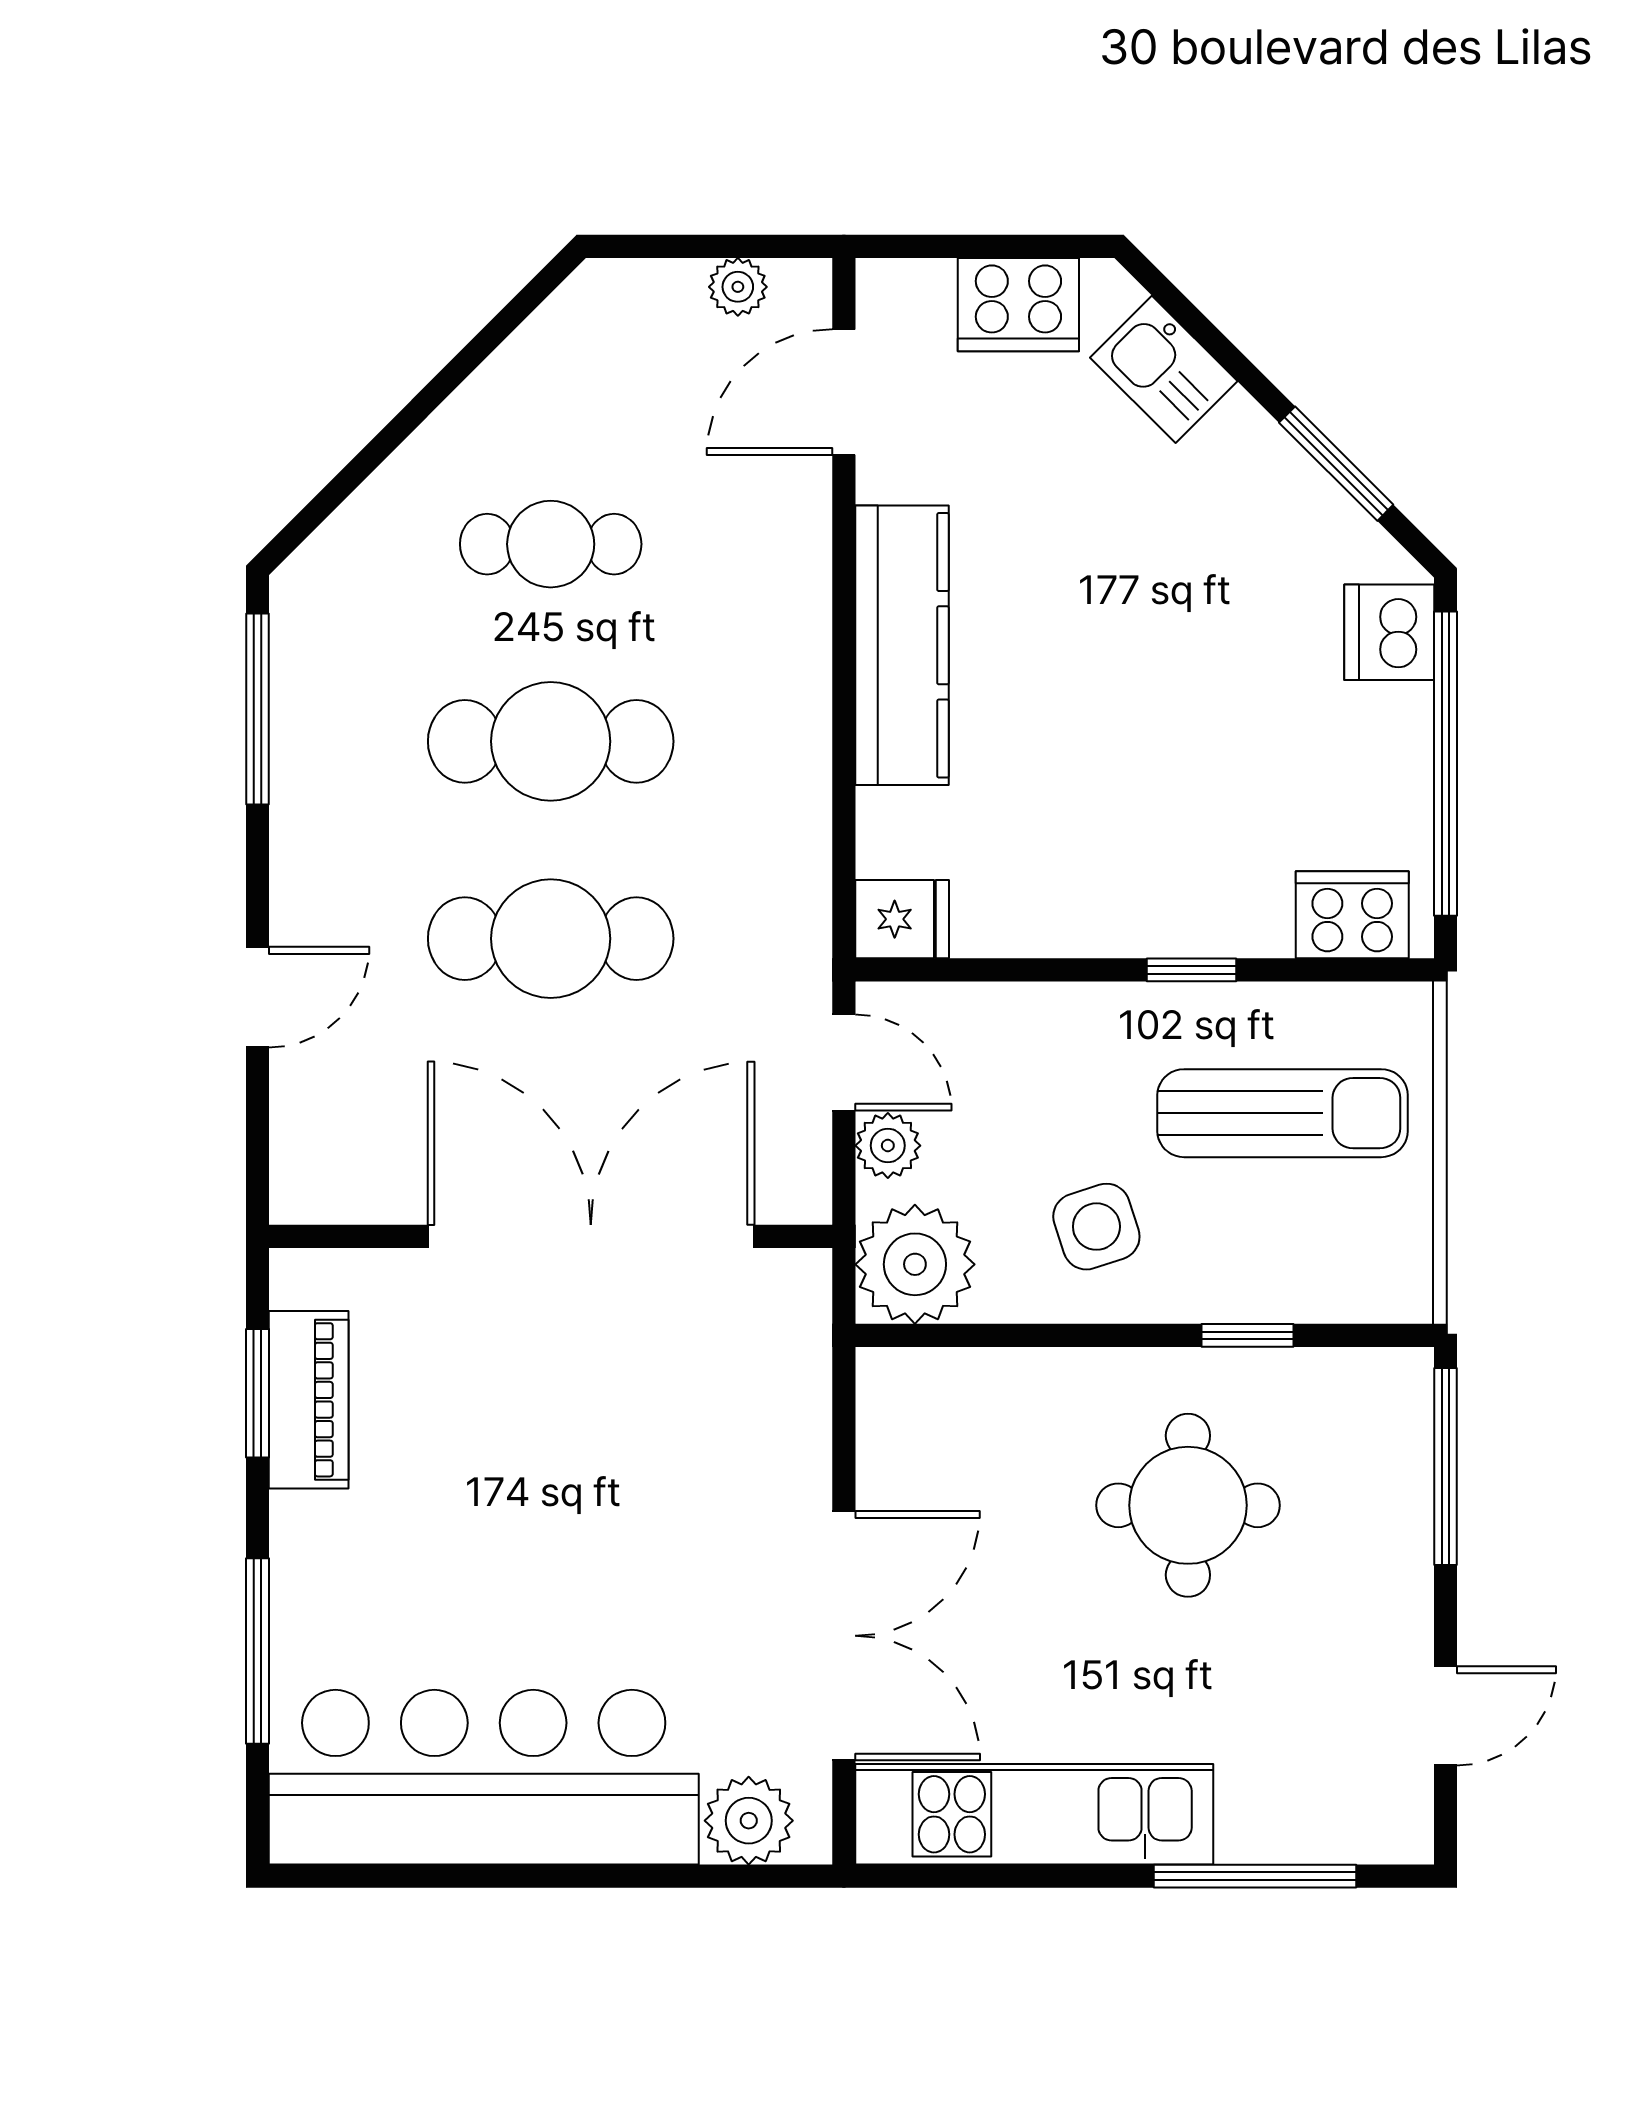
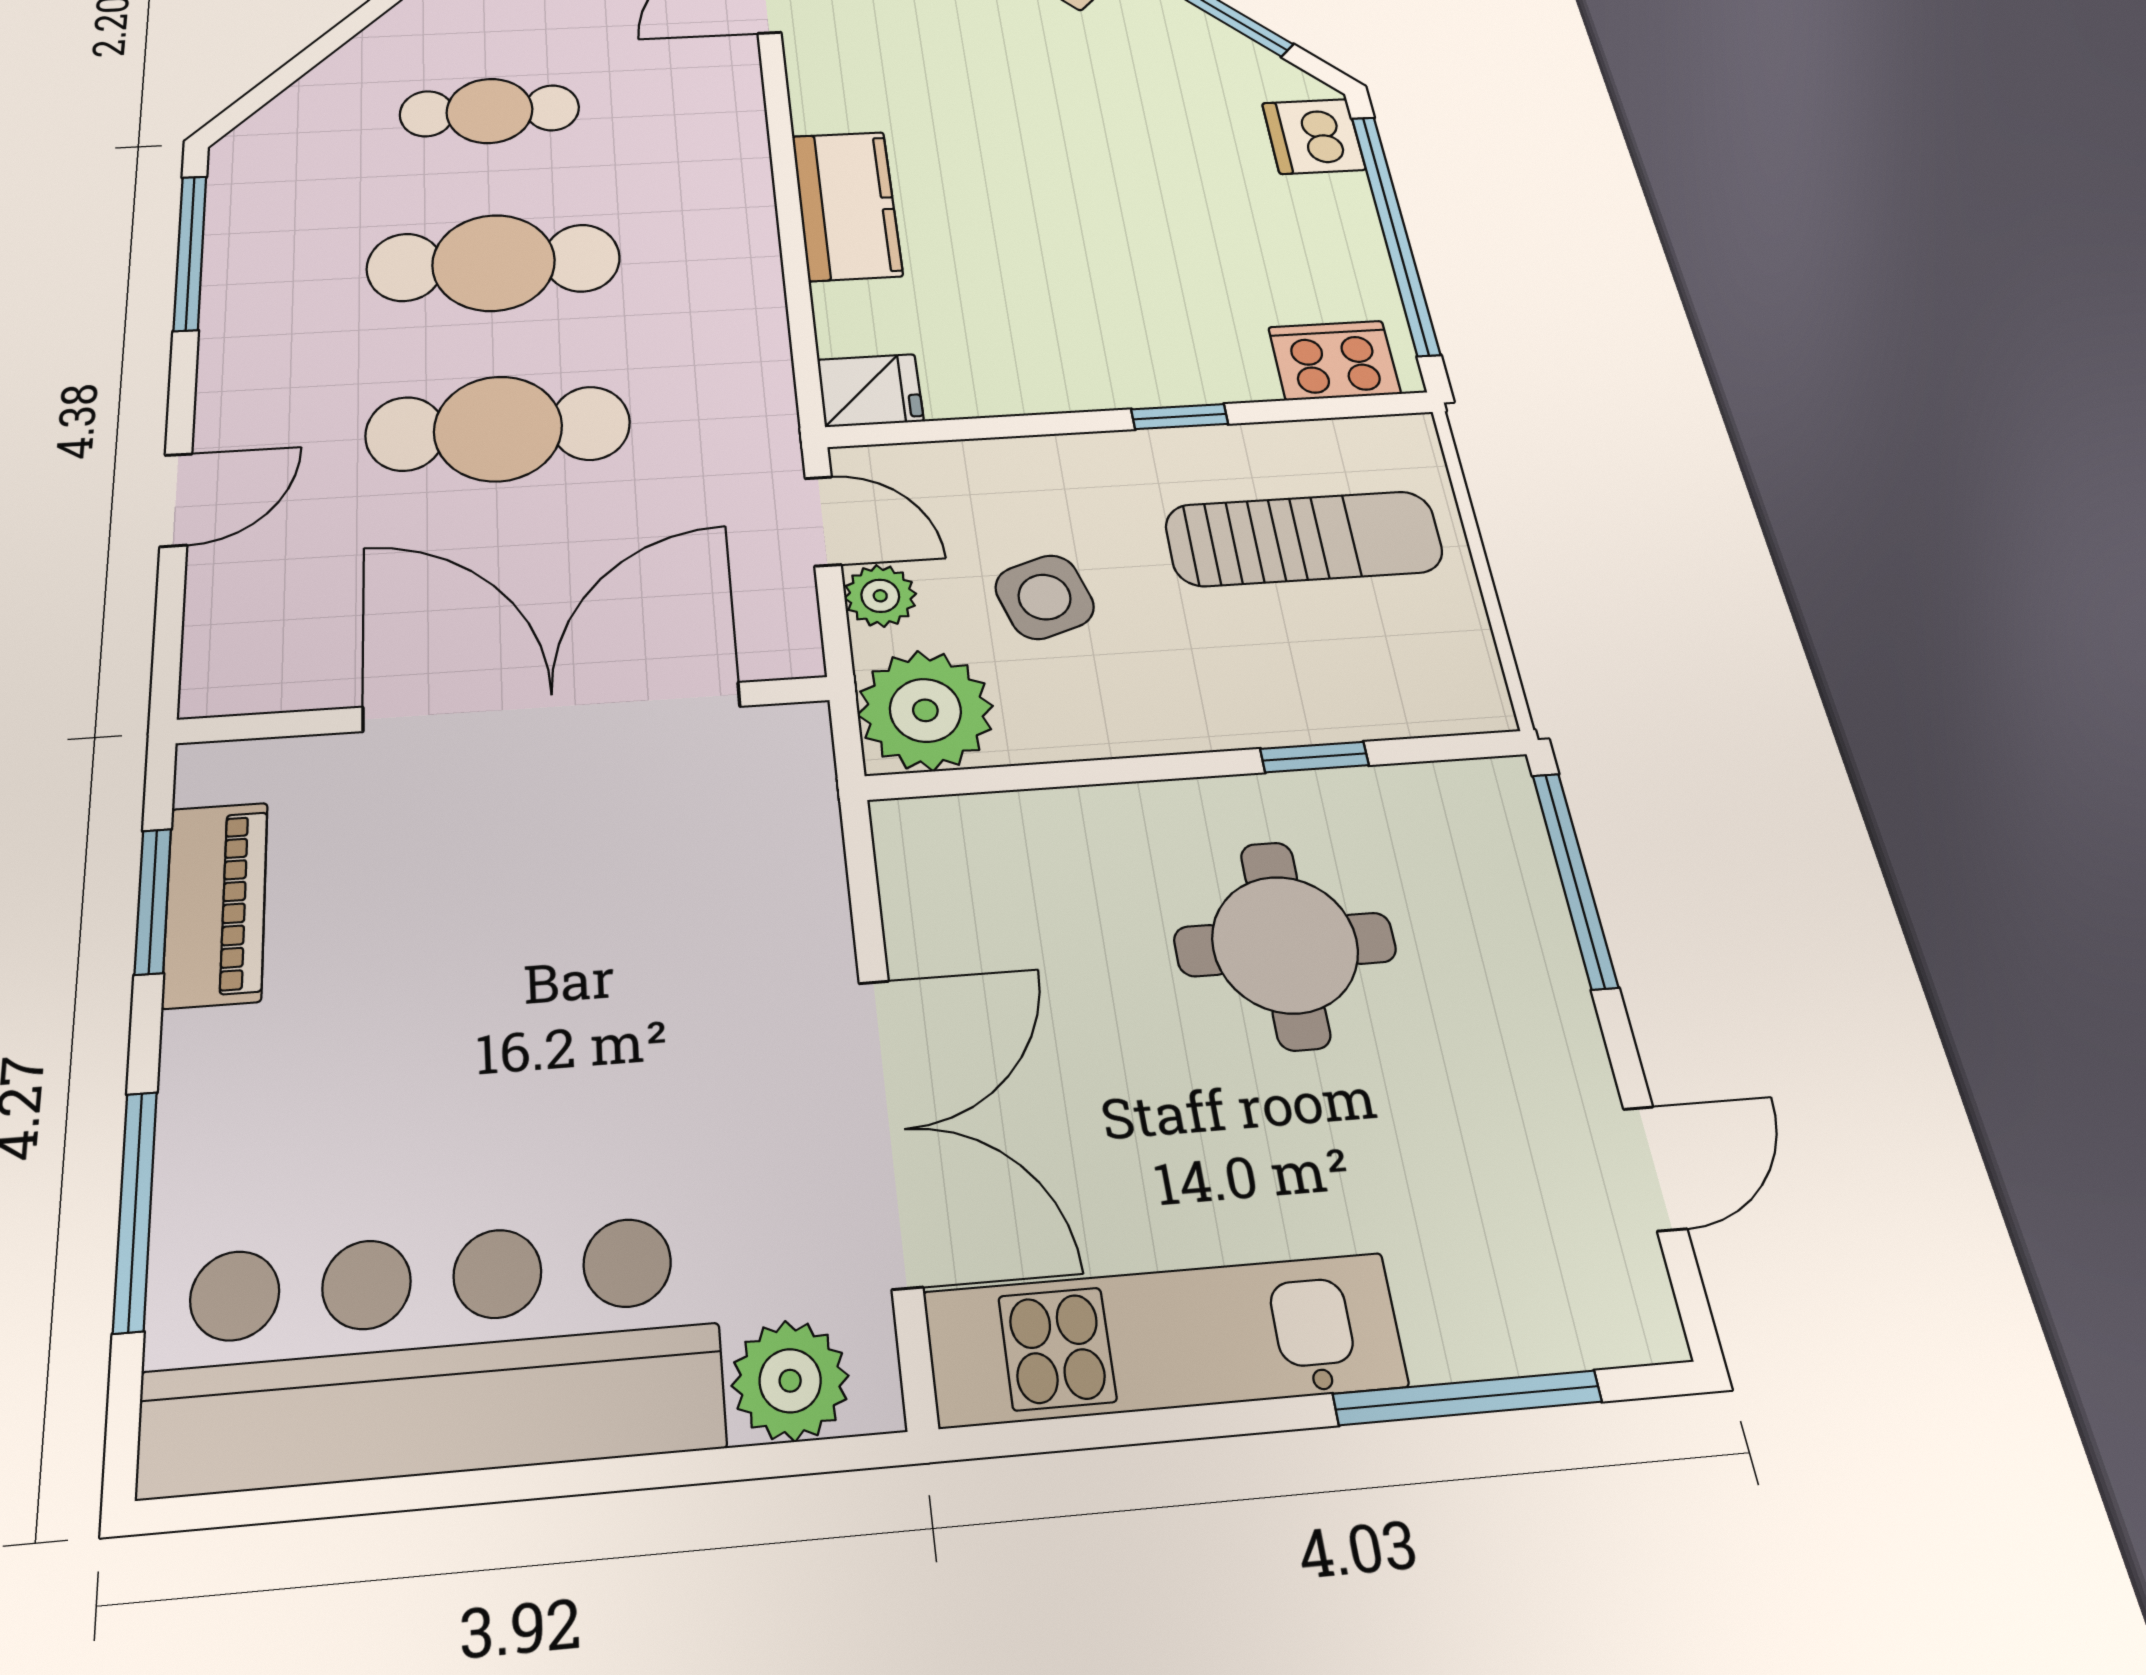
kitchen counter: (902, 645) -> (847, 205), width x0.67
side table: (1096, 1227) -> (1045, 597), moved

